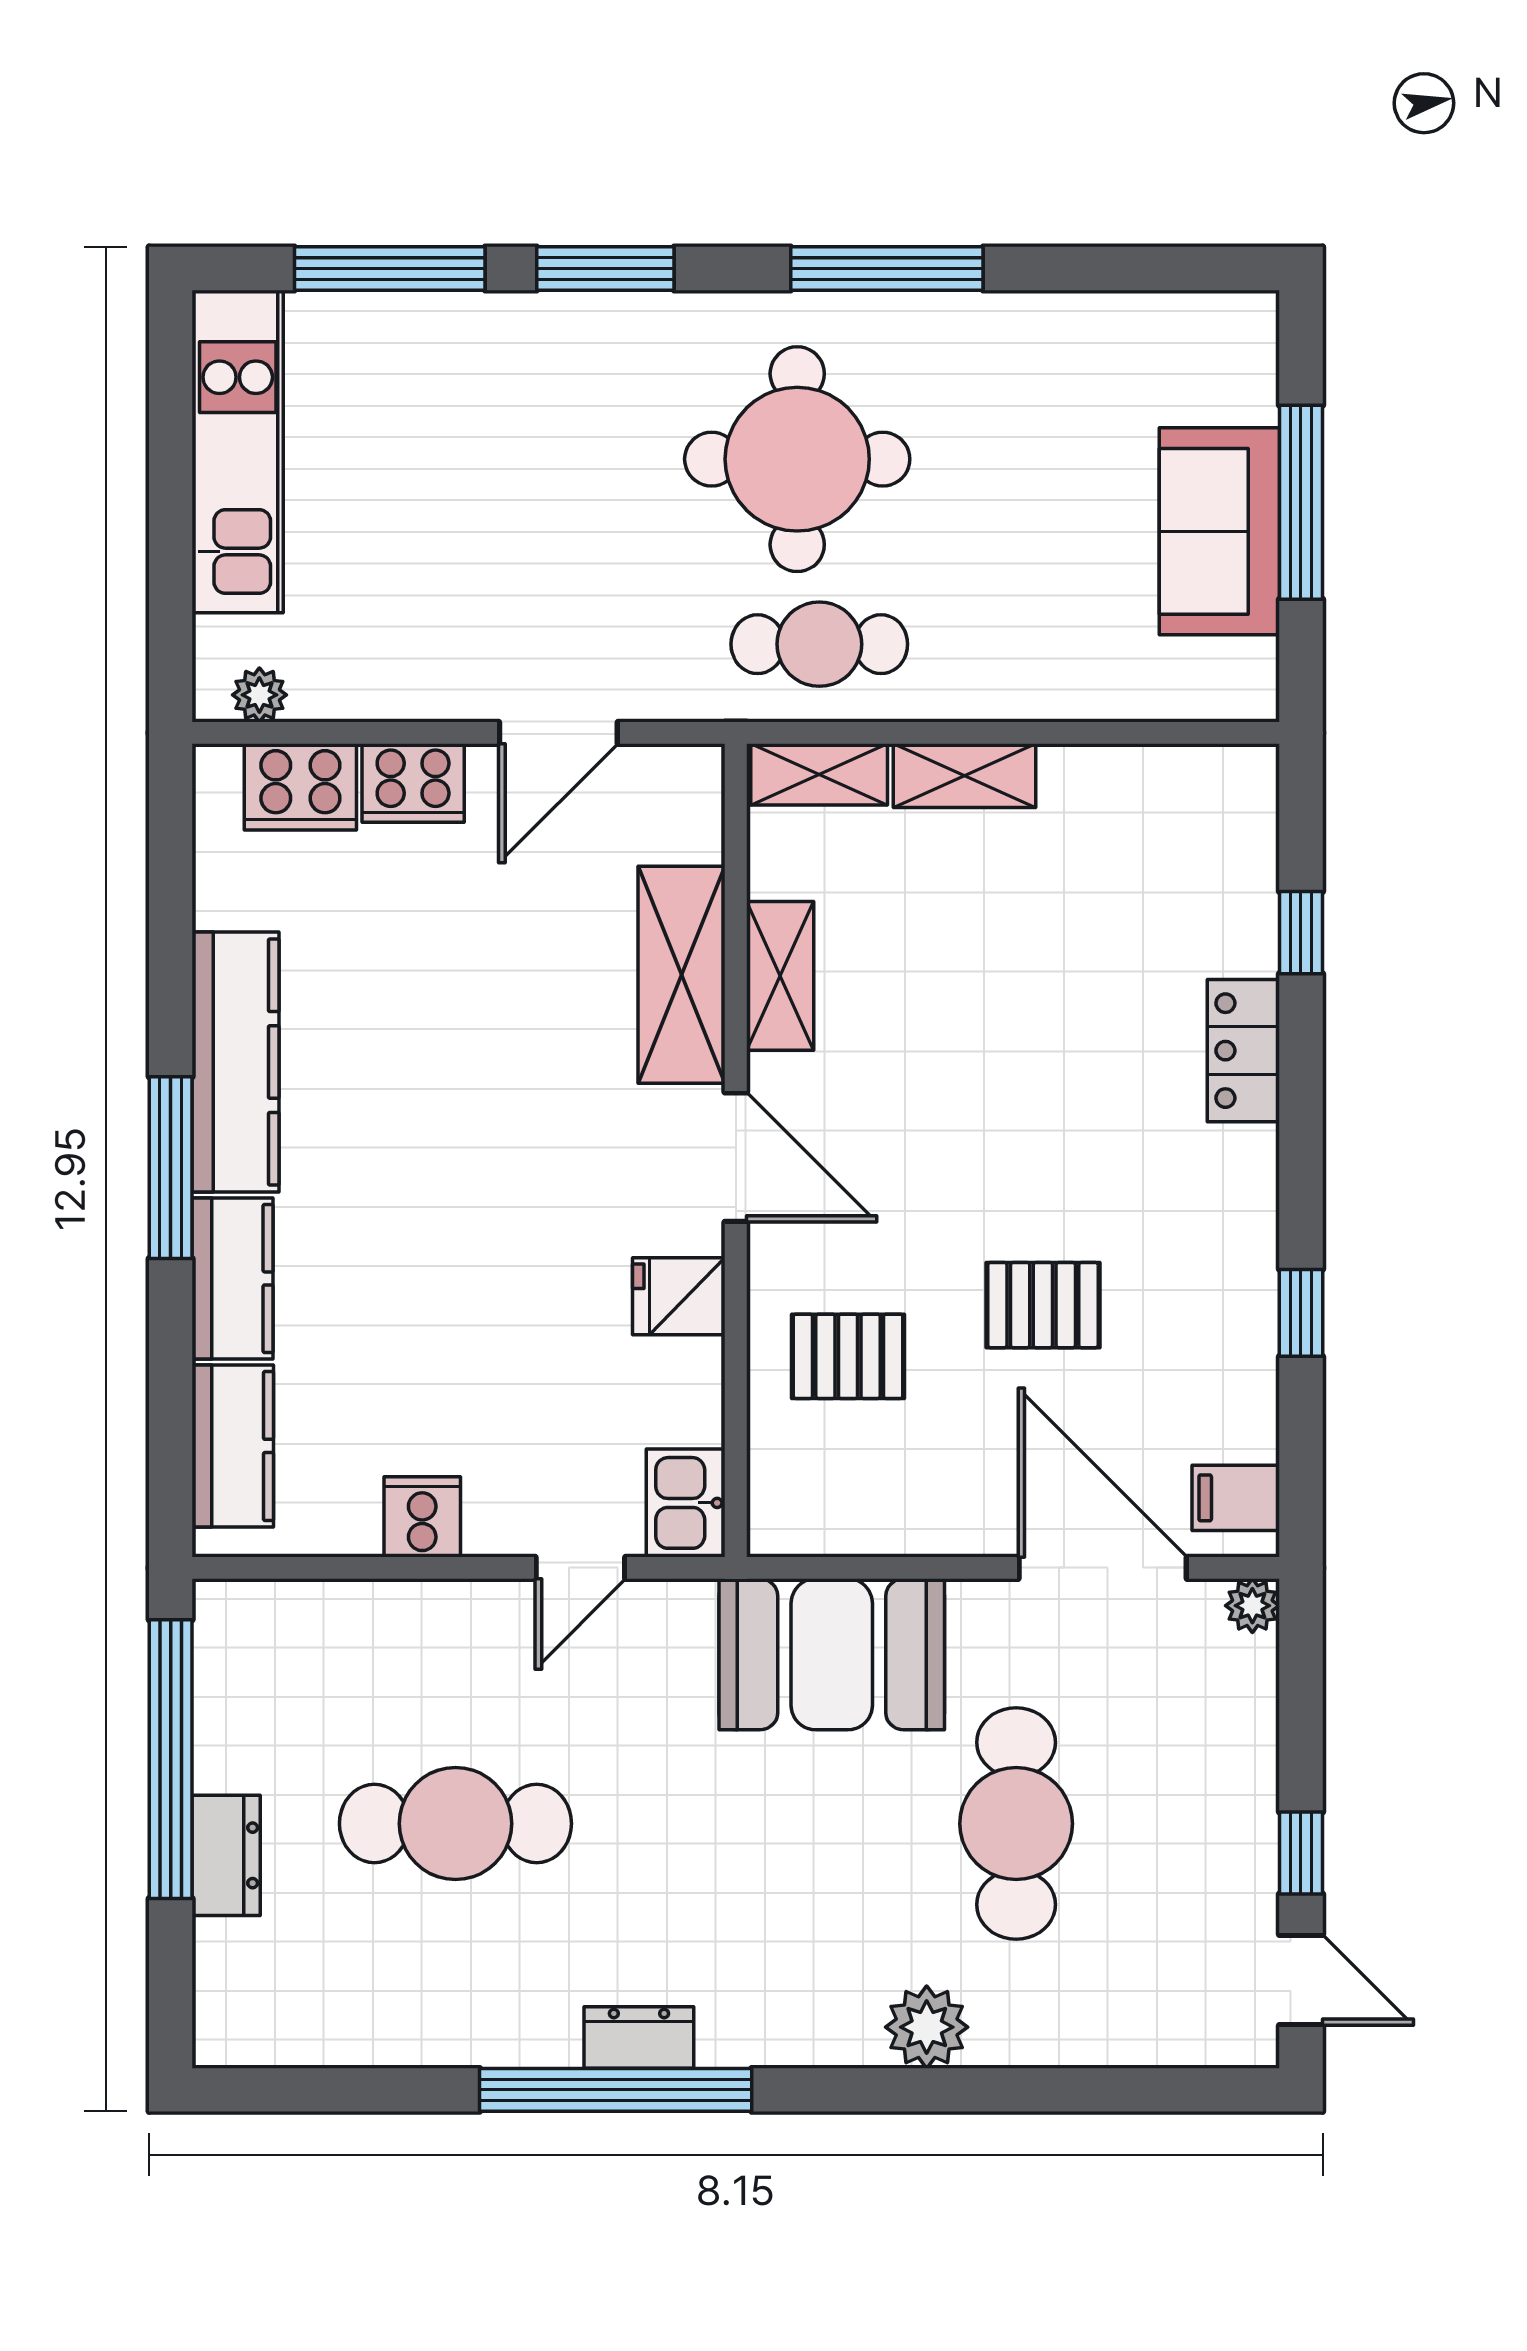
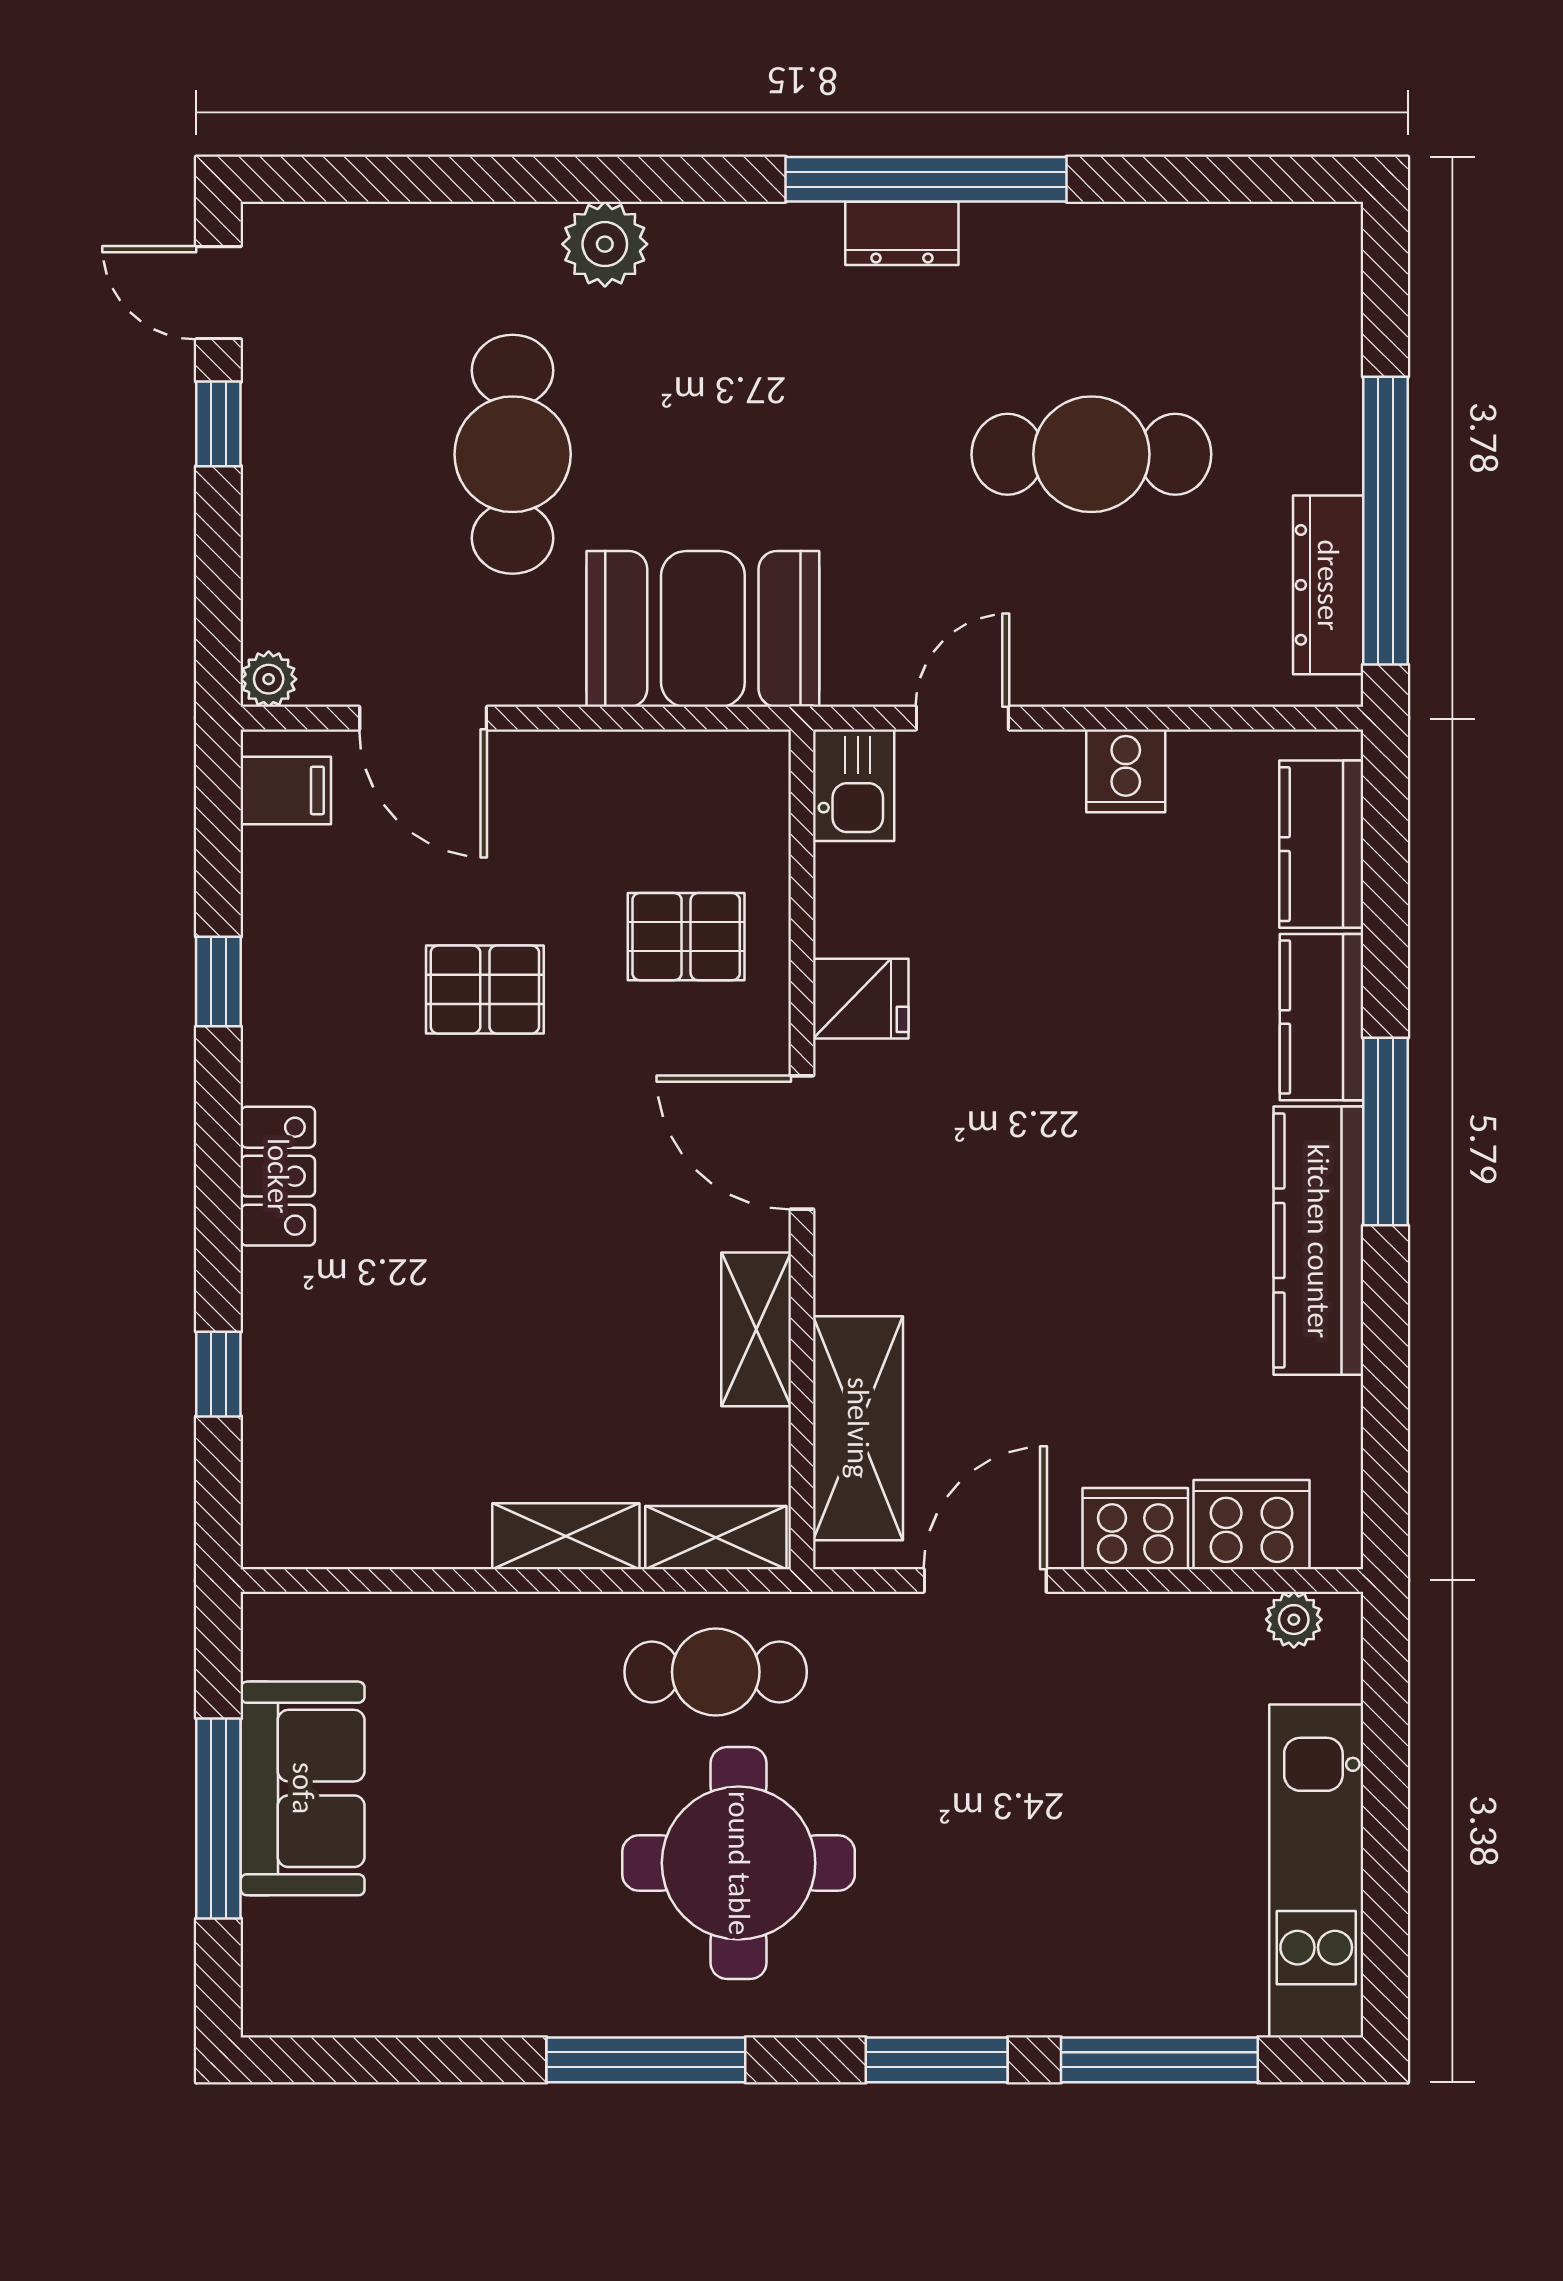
shelving: (682, 975) -> (858, 1428), moved
locker: (1243, 1051) -> (278, 1176), moved
door: (1103, 1568) -> (423, 718), width x0.73
dresser: (226, 1855) -> (1328, 585), moved, width x1.44

